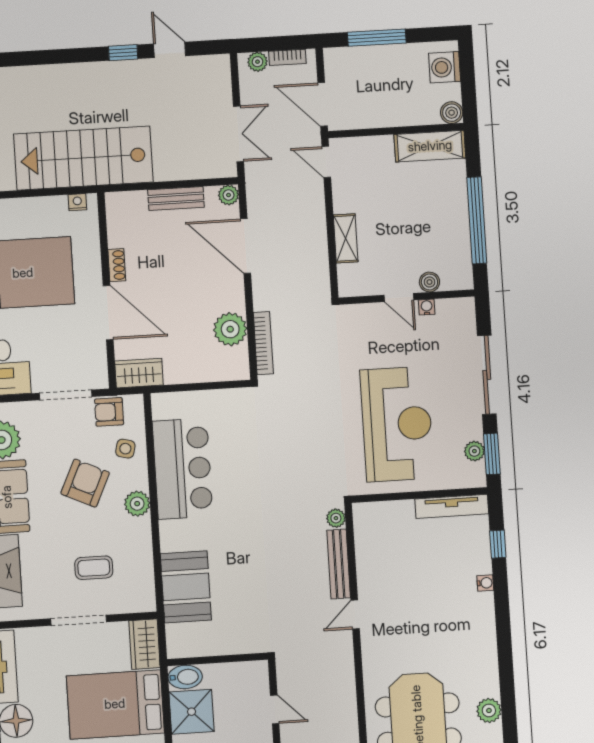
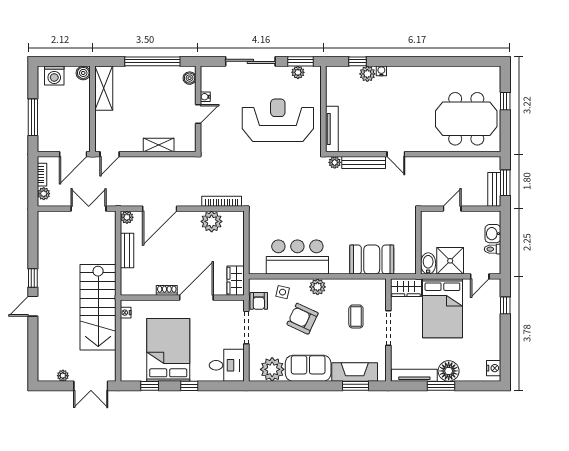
door: (170, 50) -> (33, 306), moved
boiler: (429, 282) -> (190, 78), moved
tv unit: (452, 506) -> (332, 129), moved
plant: (489, 710) -> (367, 74), moved

